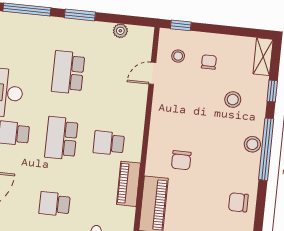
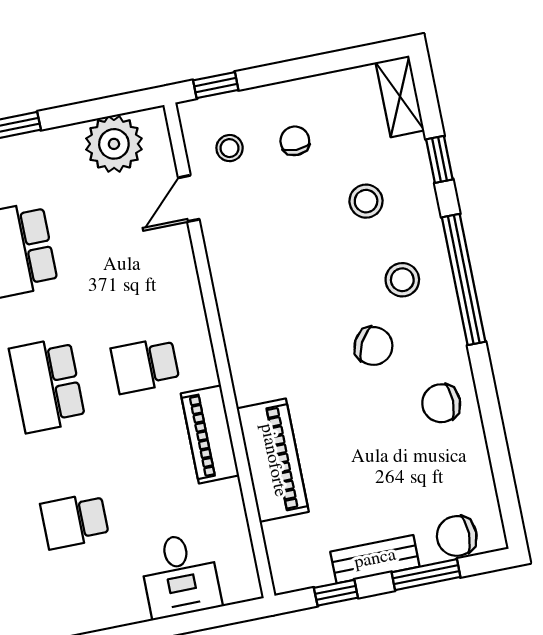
plant: (120, 31) -> (114, 144), width x1.87, depth x1.87
stool: (252, 144) -> (402, 280), moved
chair: (181, 160) -> (373, 346), moved, turned -62

